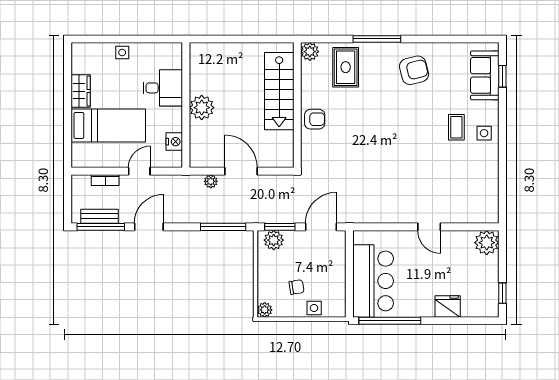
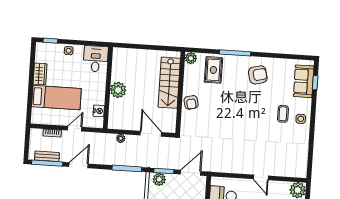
window: (93, 39) -> (50, 41), added
desk: (163, 88) -> (96, 59), moved, turned -90
armchair: (315, 119) -> (191, 102), turned 76
door: (241, 171) -> (151, 134), moved

